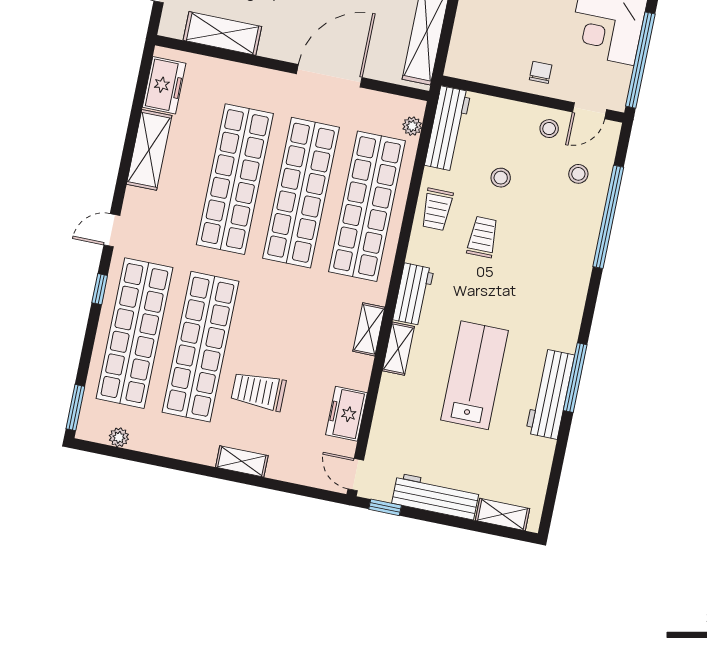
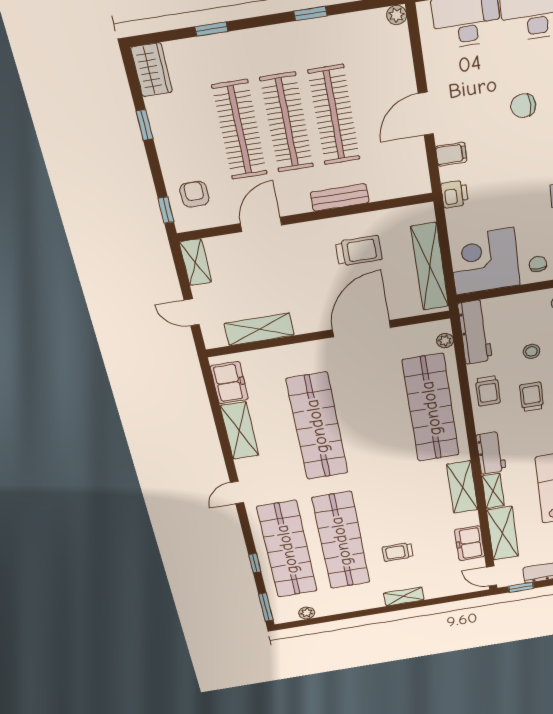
corner desk: (486, 47) -> (485, 261), added
shop shelf: (301, 193) -> (374, 417), removed
window: (100, 289) -> (255, 563), moved
shelving: (369, 329) -> (462, 487), width x1.50, depth x1.33
trolley: (259, 391) -> (397, 552), width x0.73, depth x0.72
shelving: (389, 415) -> (503, 533), added

